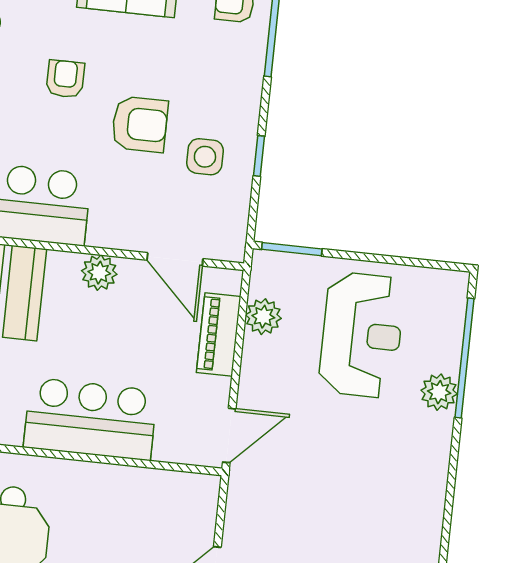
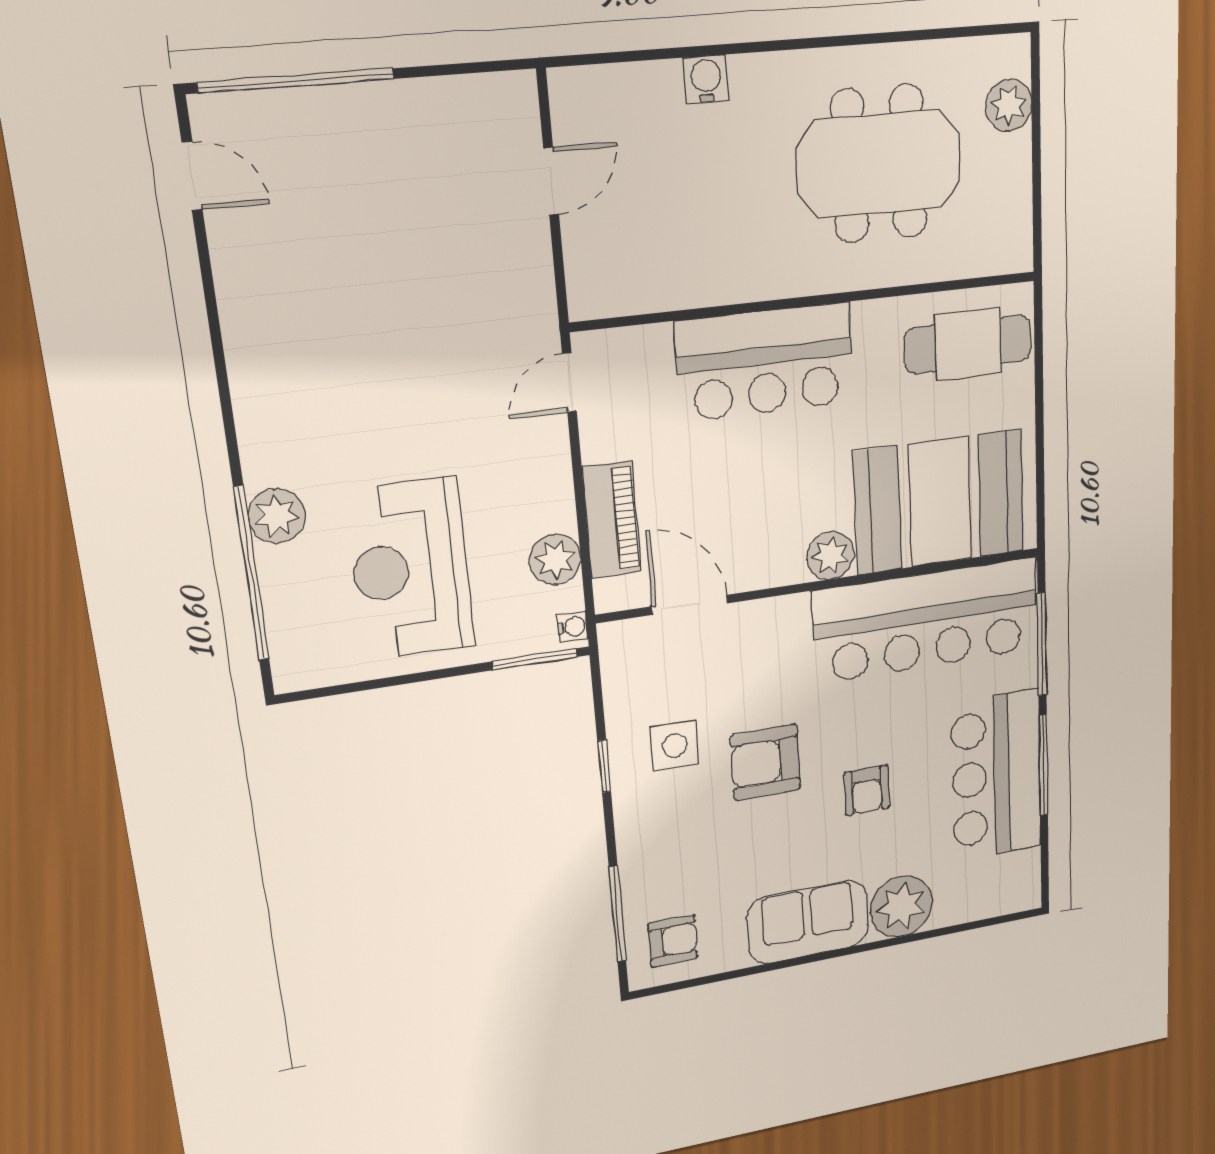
water cooler: (261, 265) -> (572, 627), added
plant: (99, 273) -> (831, 556), moved
door: (229, 435) -> (569, 383), width x0.73

